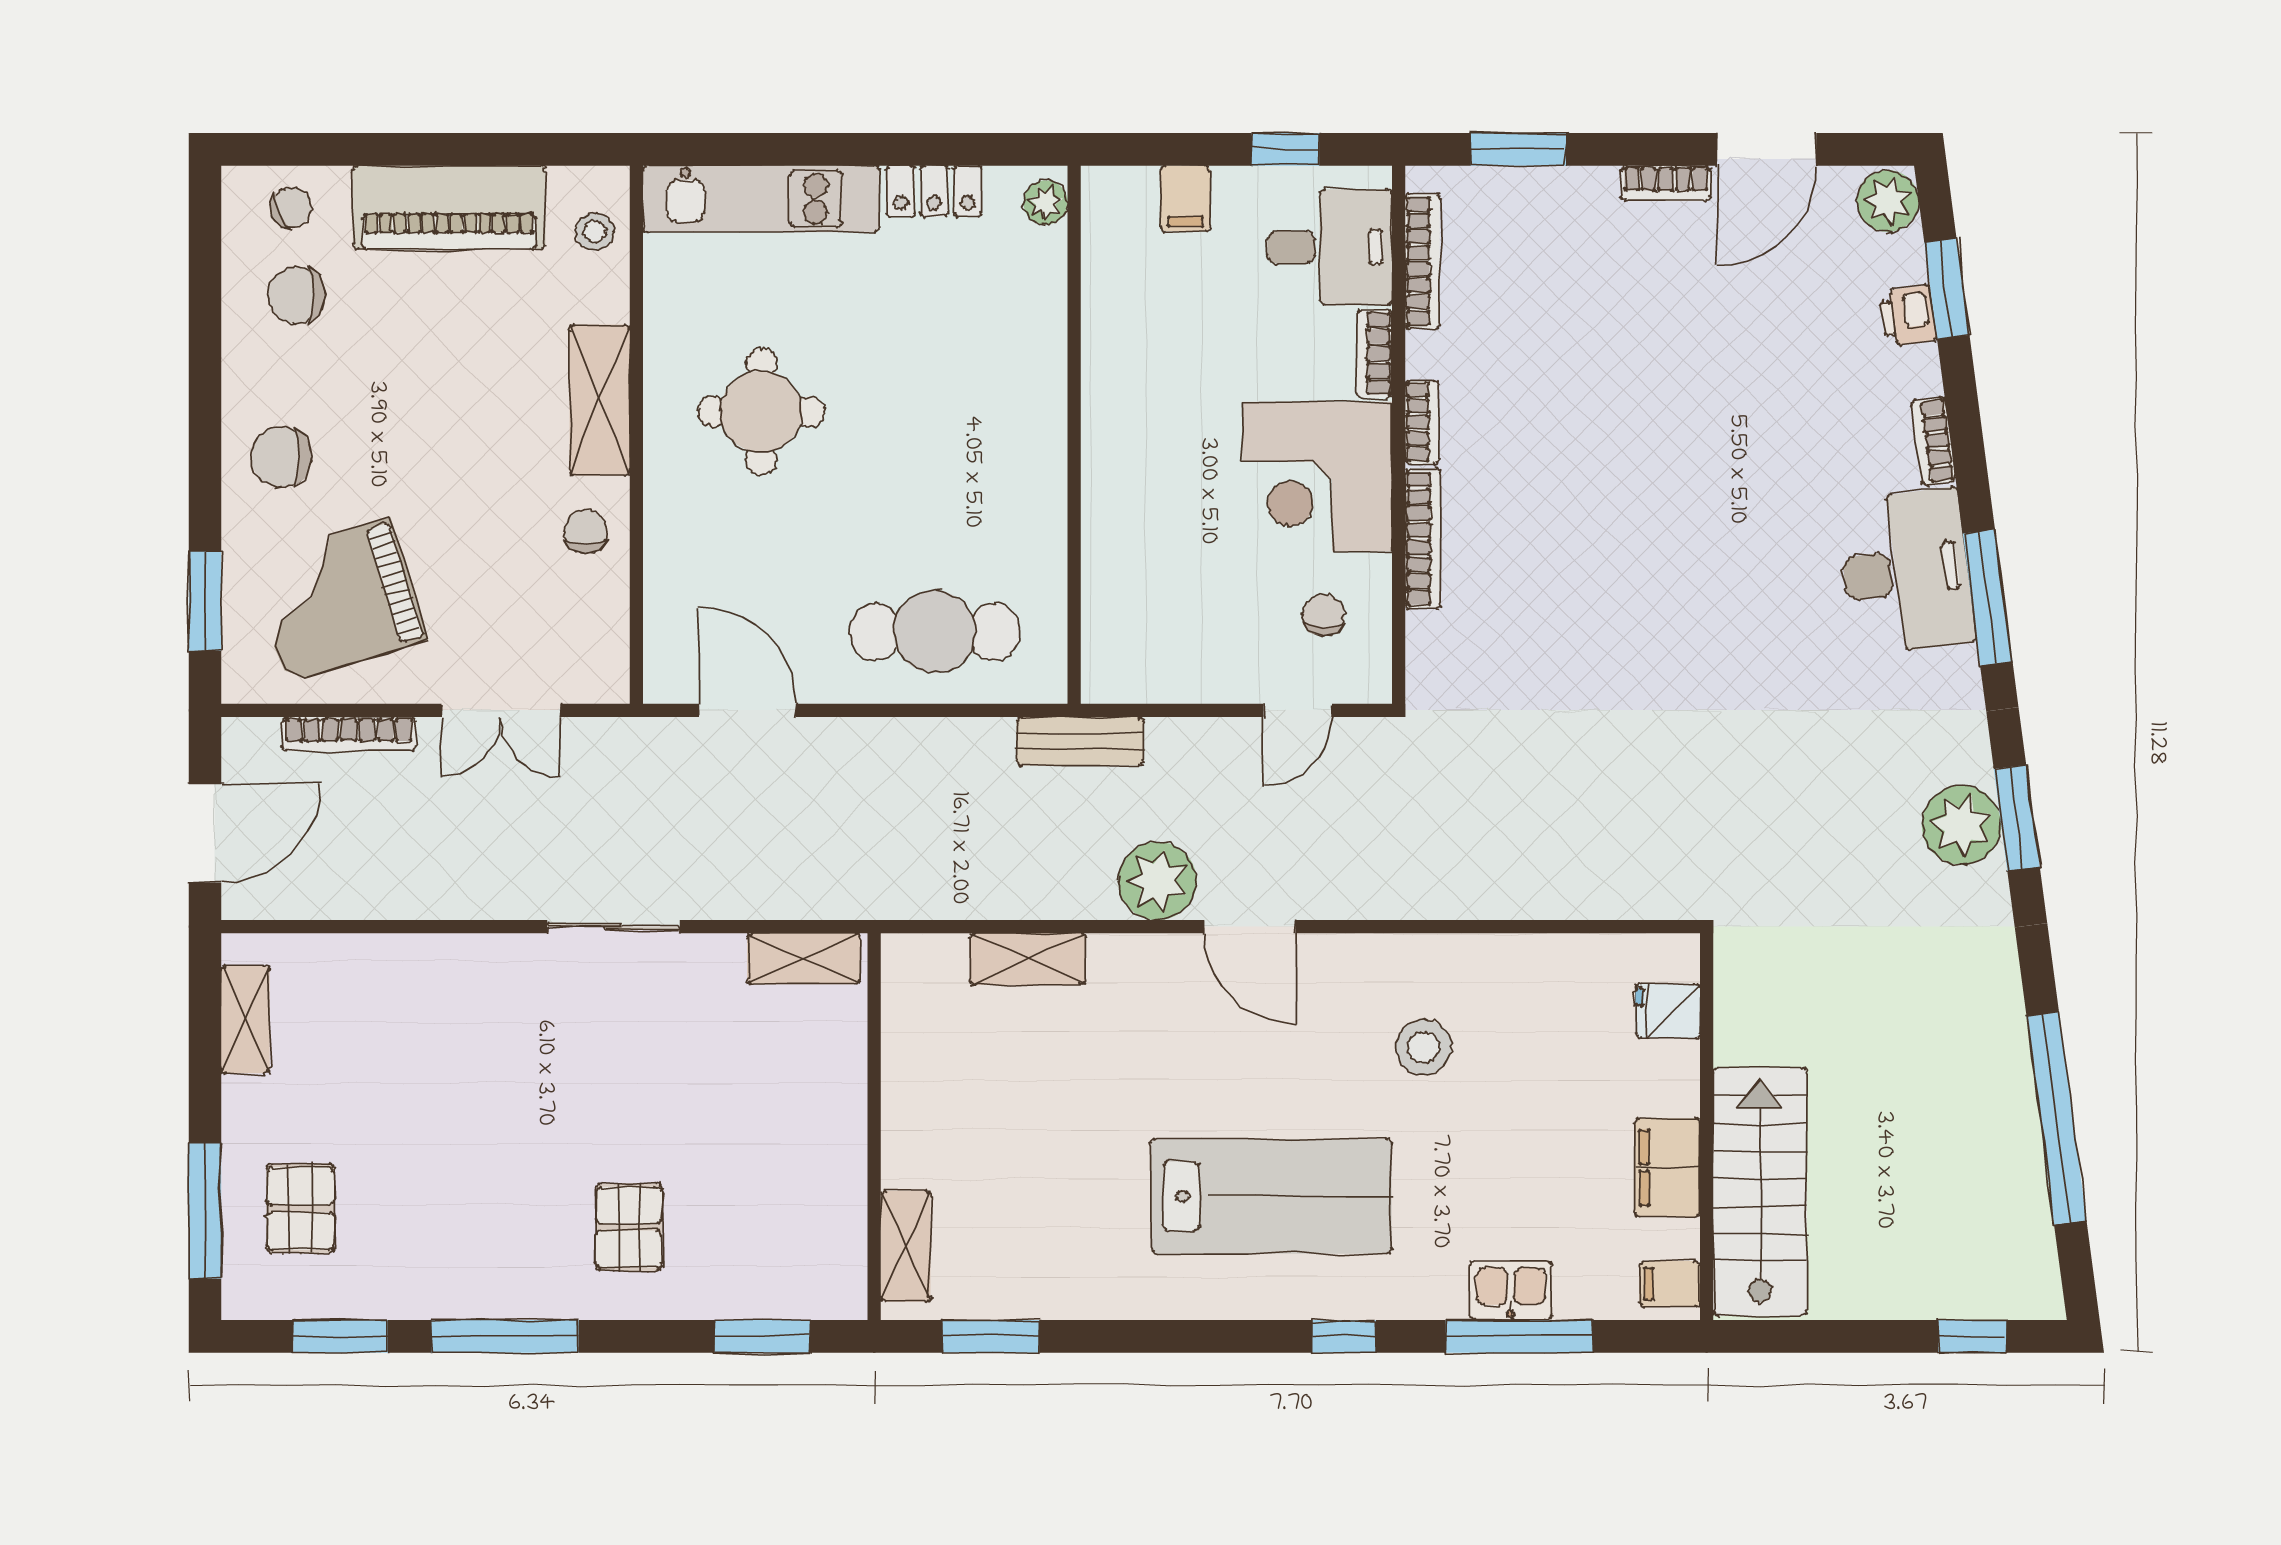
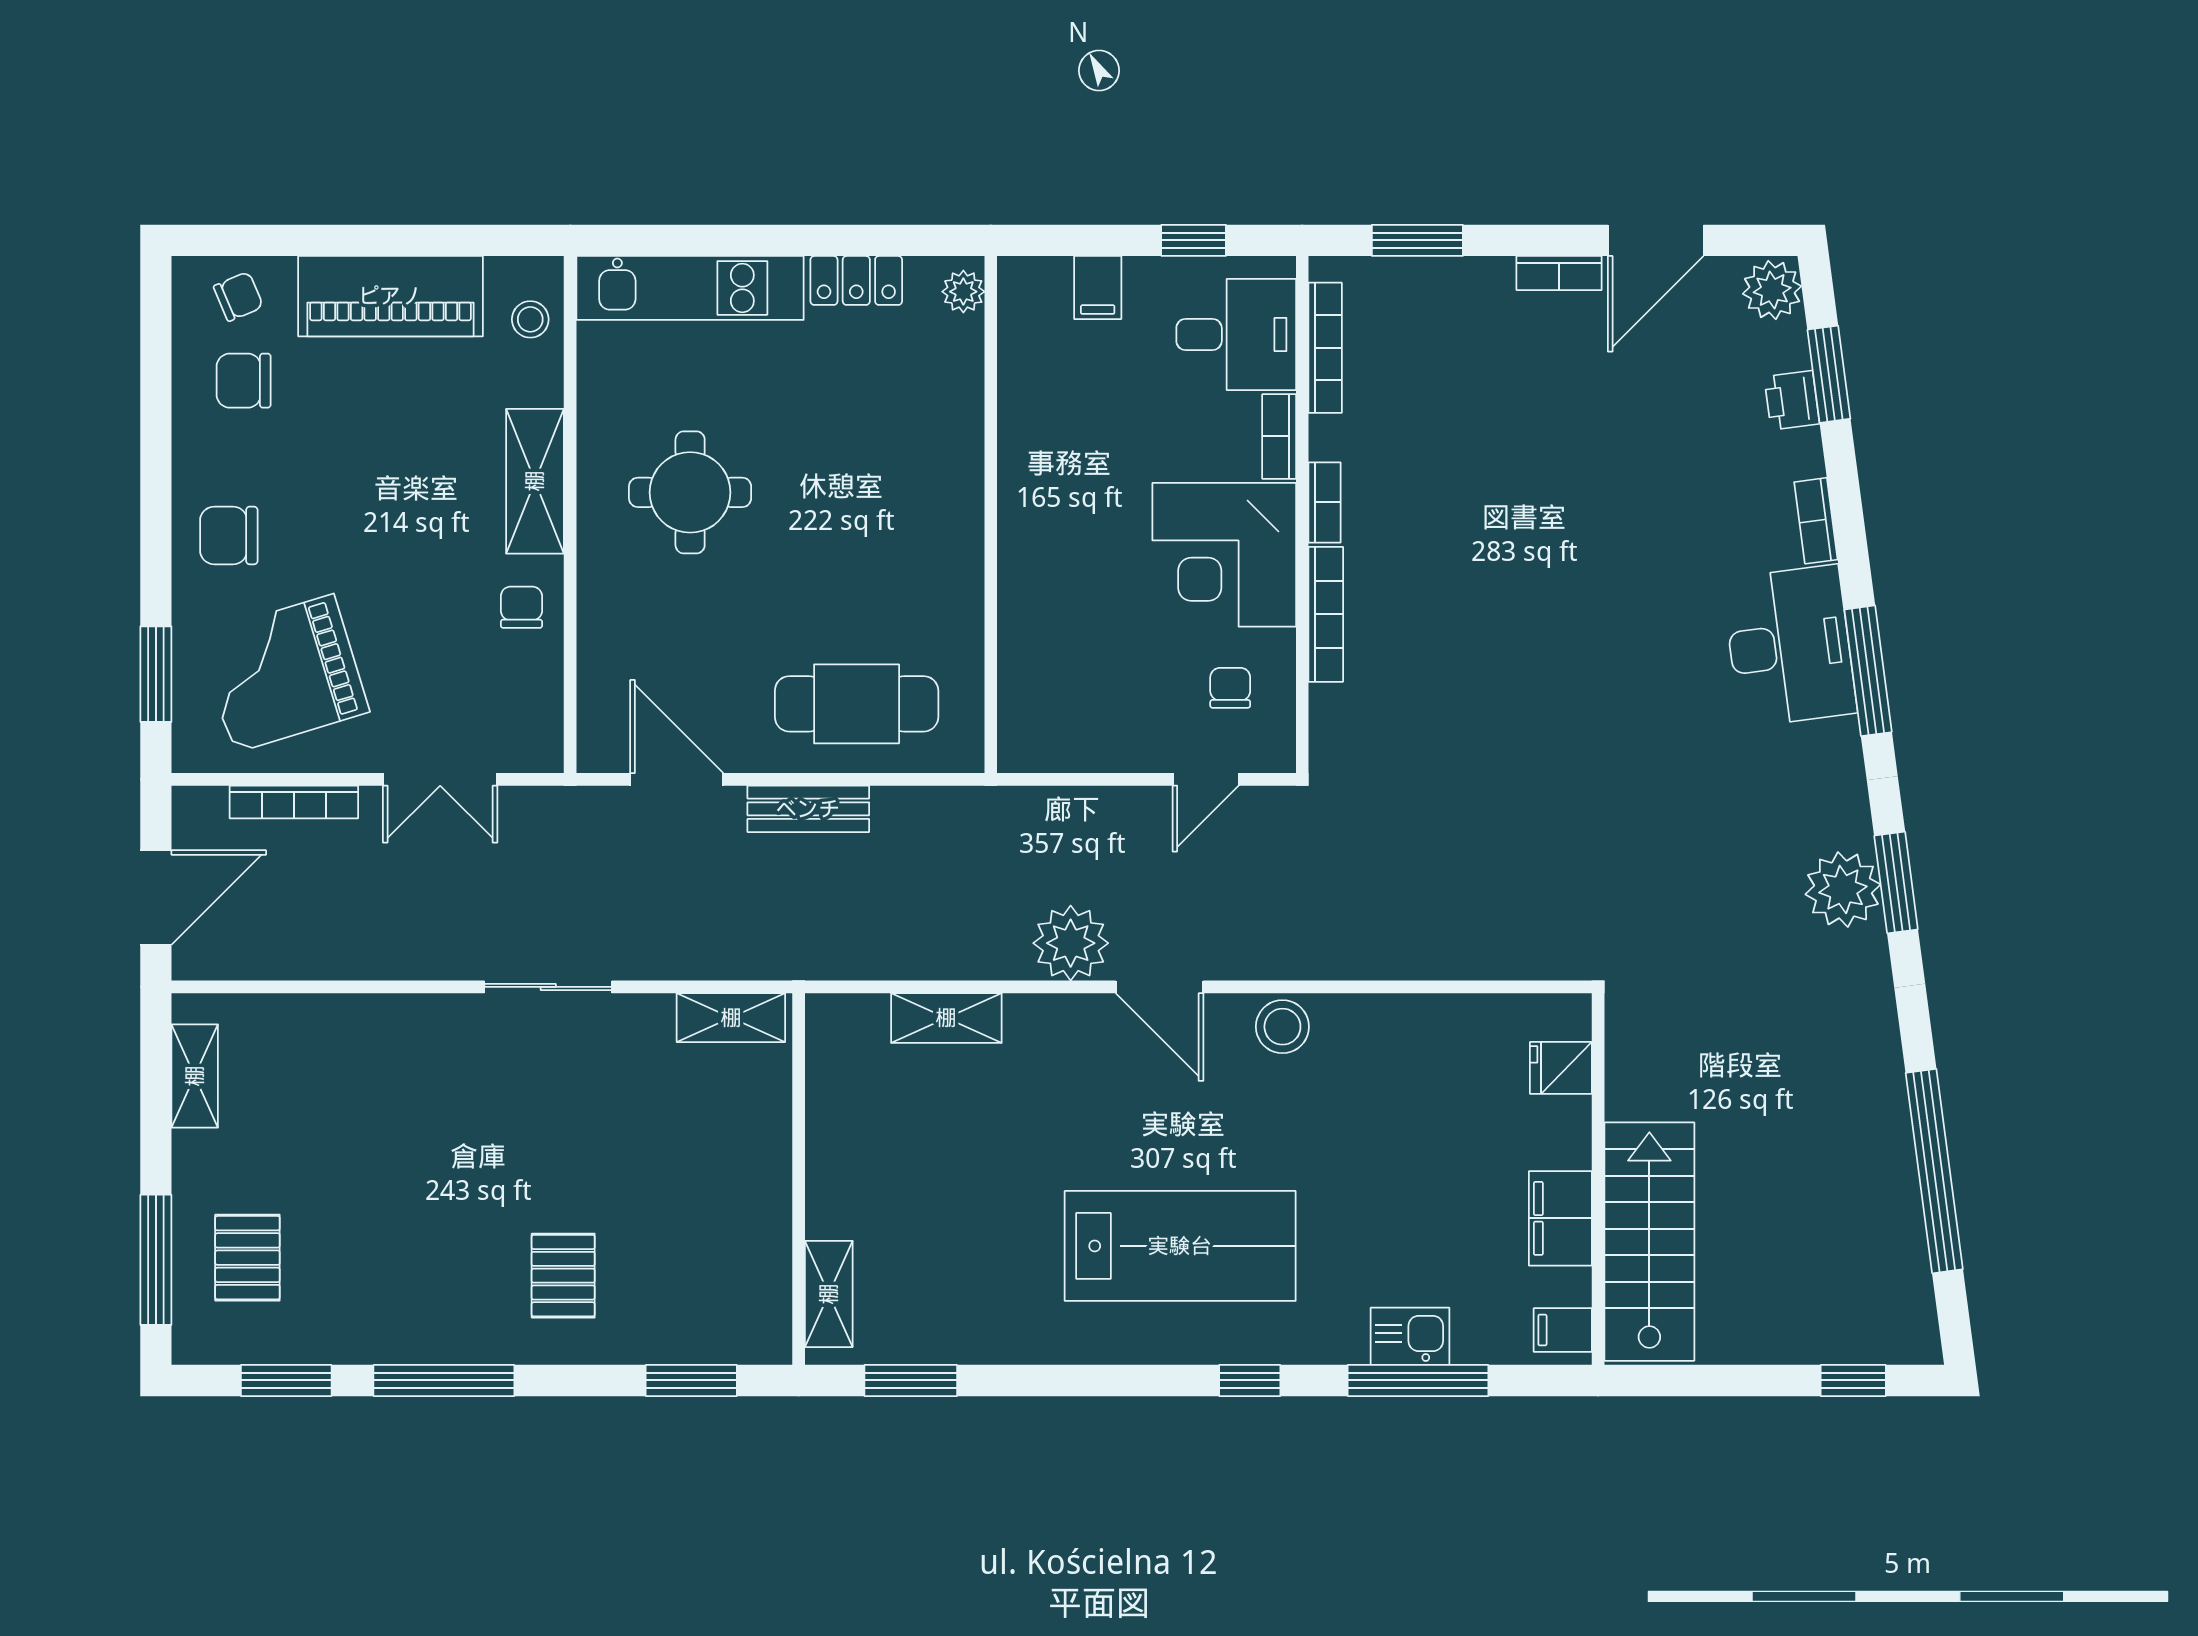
bench: (1080, 741) -> (808, 809), moved
stool: (1424, 1047) -> (1282, 1027), moved

